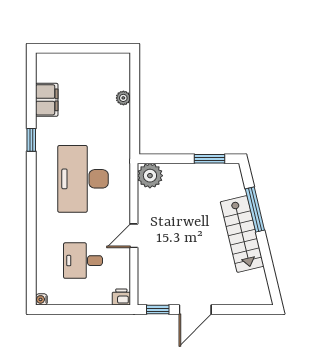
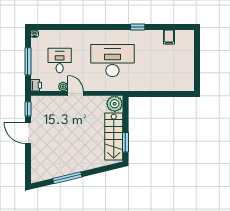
plant: (123, 98) -> (63, 87), moved
filing cabinet: (47, 100) -> (169, 37), width x0.50
window: (255, 210) -> (67, 178), moved
stairs: (242, 234) -> (114, 136), moved, turned -77
window: (84, 310) -> (28, 61), added

